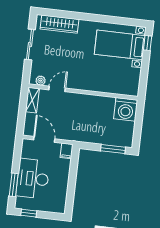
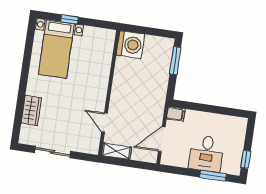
wardrobe: (59, 24) -> (31, 110), width x0.67
window: (148, 43) -> (70, 19), moved
plant: (41, 81) -> (94, 141), removed
desk: (33, 179) -> (206, 154), width x0.73

